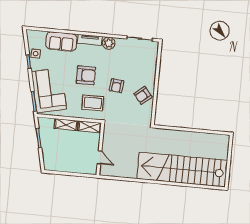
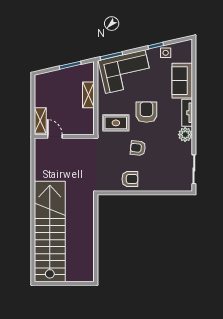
armchair: (86, 75) -> (146, 112), turned 180
armchair: (143, 95) -> (130, 179), turned 130
rug: (93, 103) -> (116, 123), turned 90
shelving: (90, 127) -> (40, 120), moved
door: (99, 157) -> (55, 136), swing flipped

